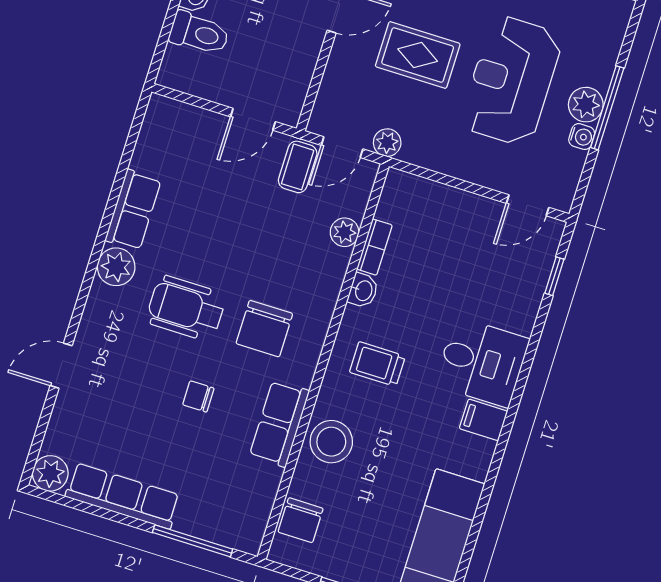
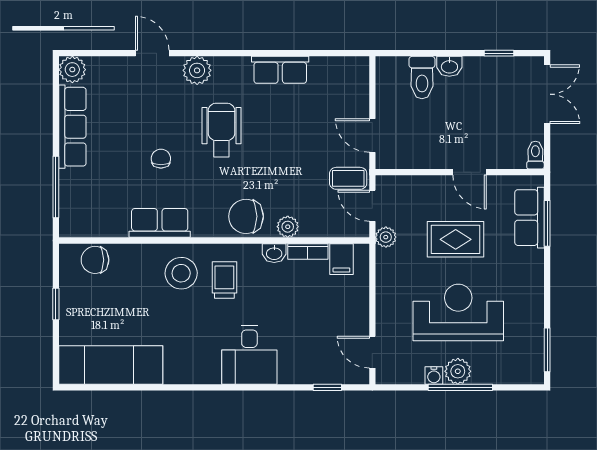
rug: (418, 55) -> (456, 239), turned 90
plant: (345, 232) -> (288, 227), moved
plant: (116, 267) -> (197, 70), moved
chair: (264, 329) -> (246, 216), moved
filing cabinet: (483, 420) -> (341, 259), moved, turned 180
stool: (331, 442) -> (181, 273), moved

